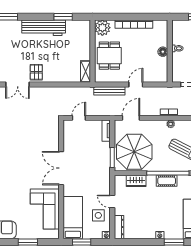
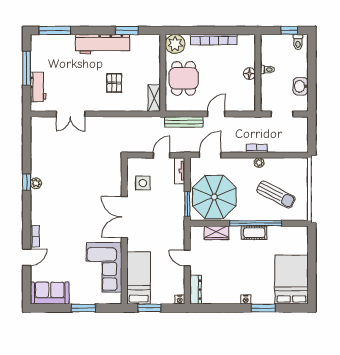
pallet: (36, 72) -> (114, 83), moved
door: (79, 118) -> (162, 155), moved
side table: (98, 215) -> (143, 183), moved

